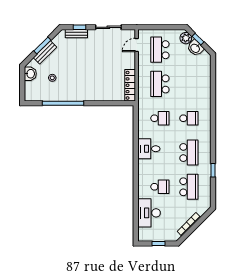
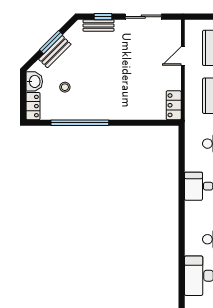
door: (137, 45) -> (183, 56), moved
locker: (130, 85) -> (174, 105), width x0.66
locker: (29, 91) -> (33, 106), added

